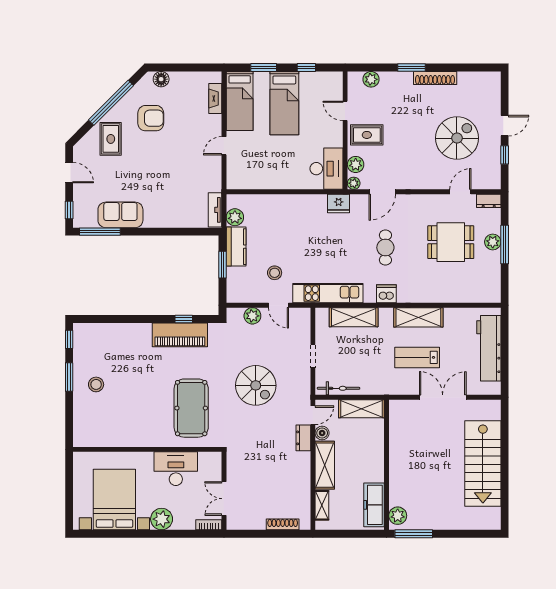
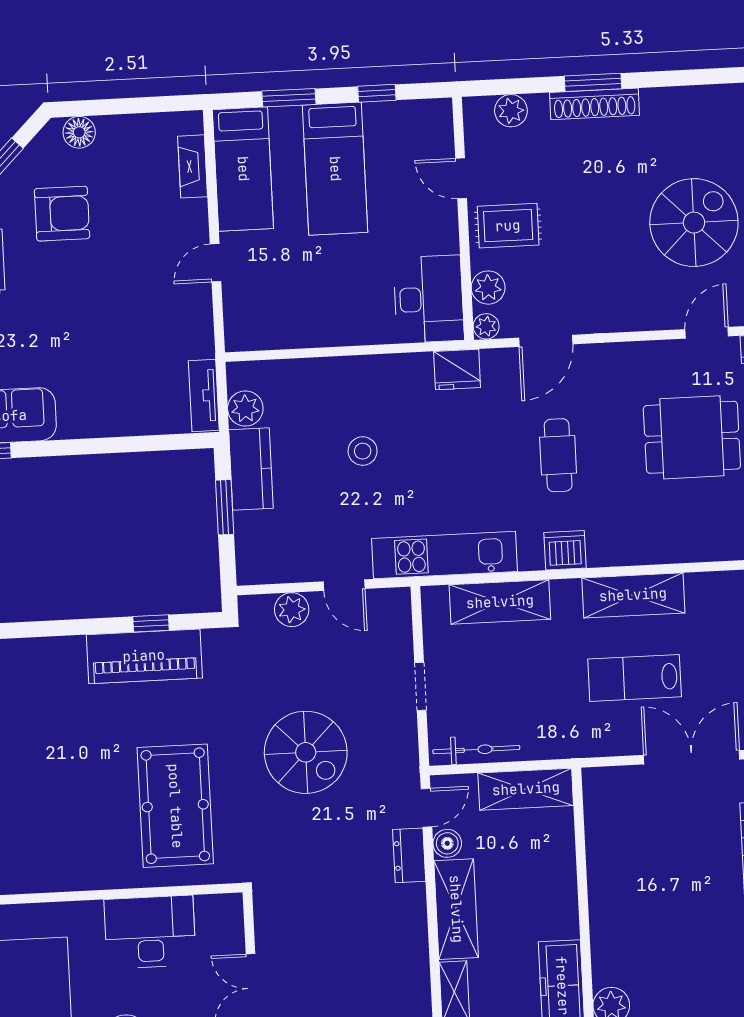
shoe rack: (435, 78) -> (595, 104), moved
stool: (275, 273) -> (363, 451), moved

